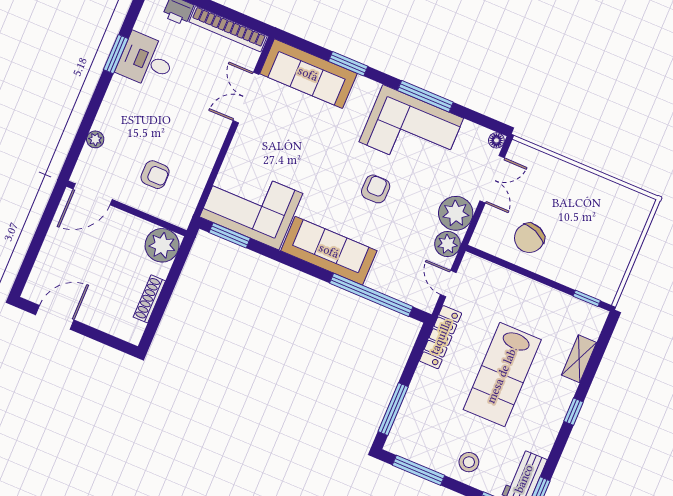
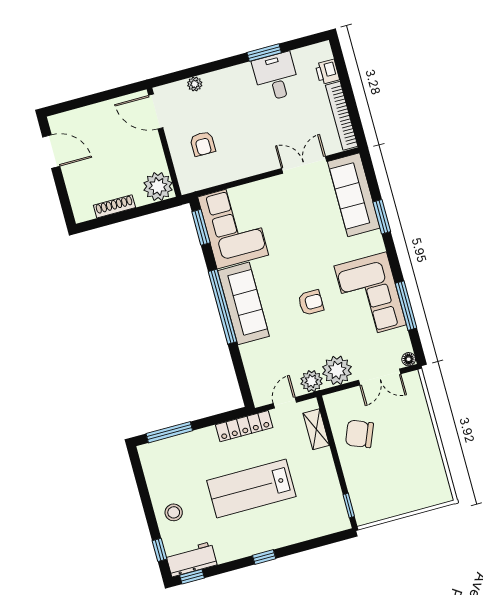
window: (425, 96) -> (406, 306), moved
window: (371, 295) -> (222, 307), moved
shelving: (579, 359) -> (316, 429), moved, turned 90
window: (418, 470) -> (141, 482), removed

